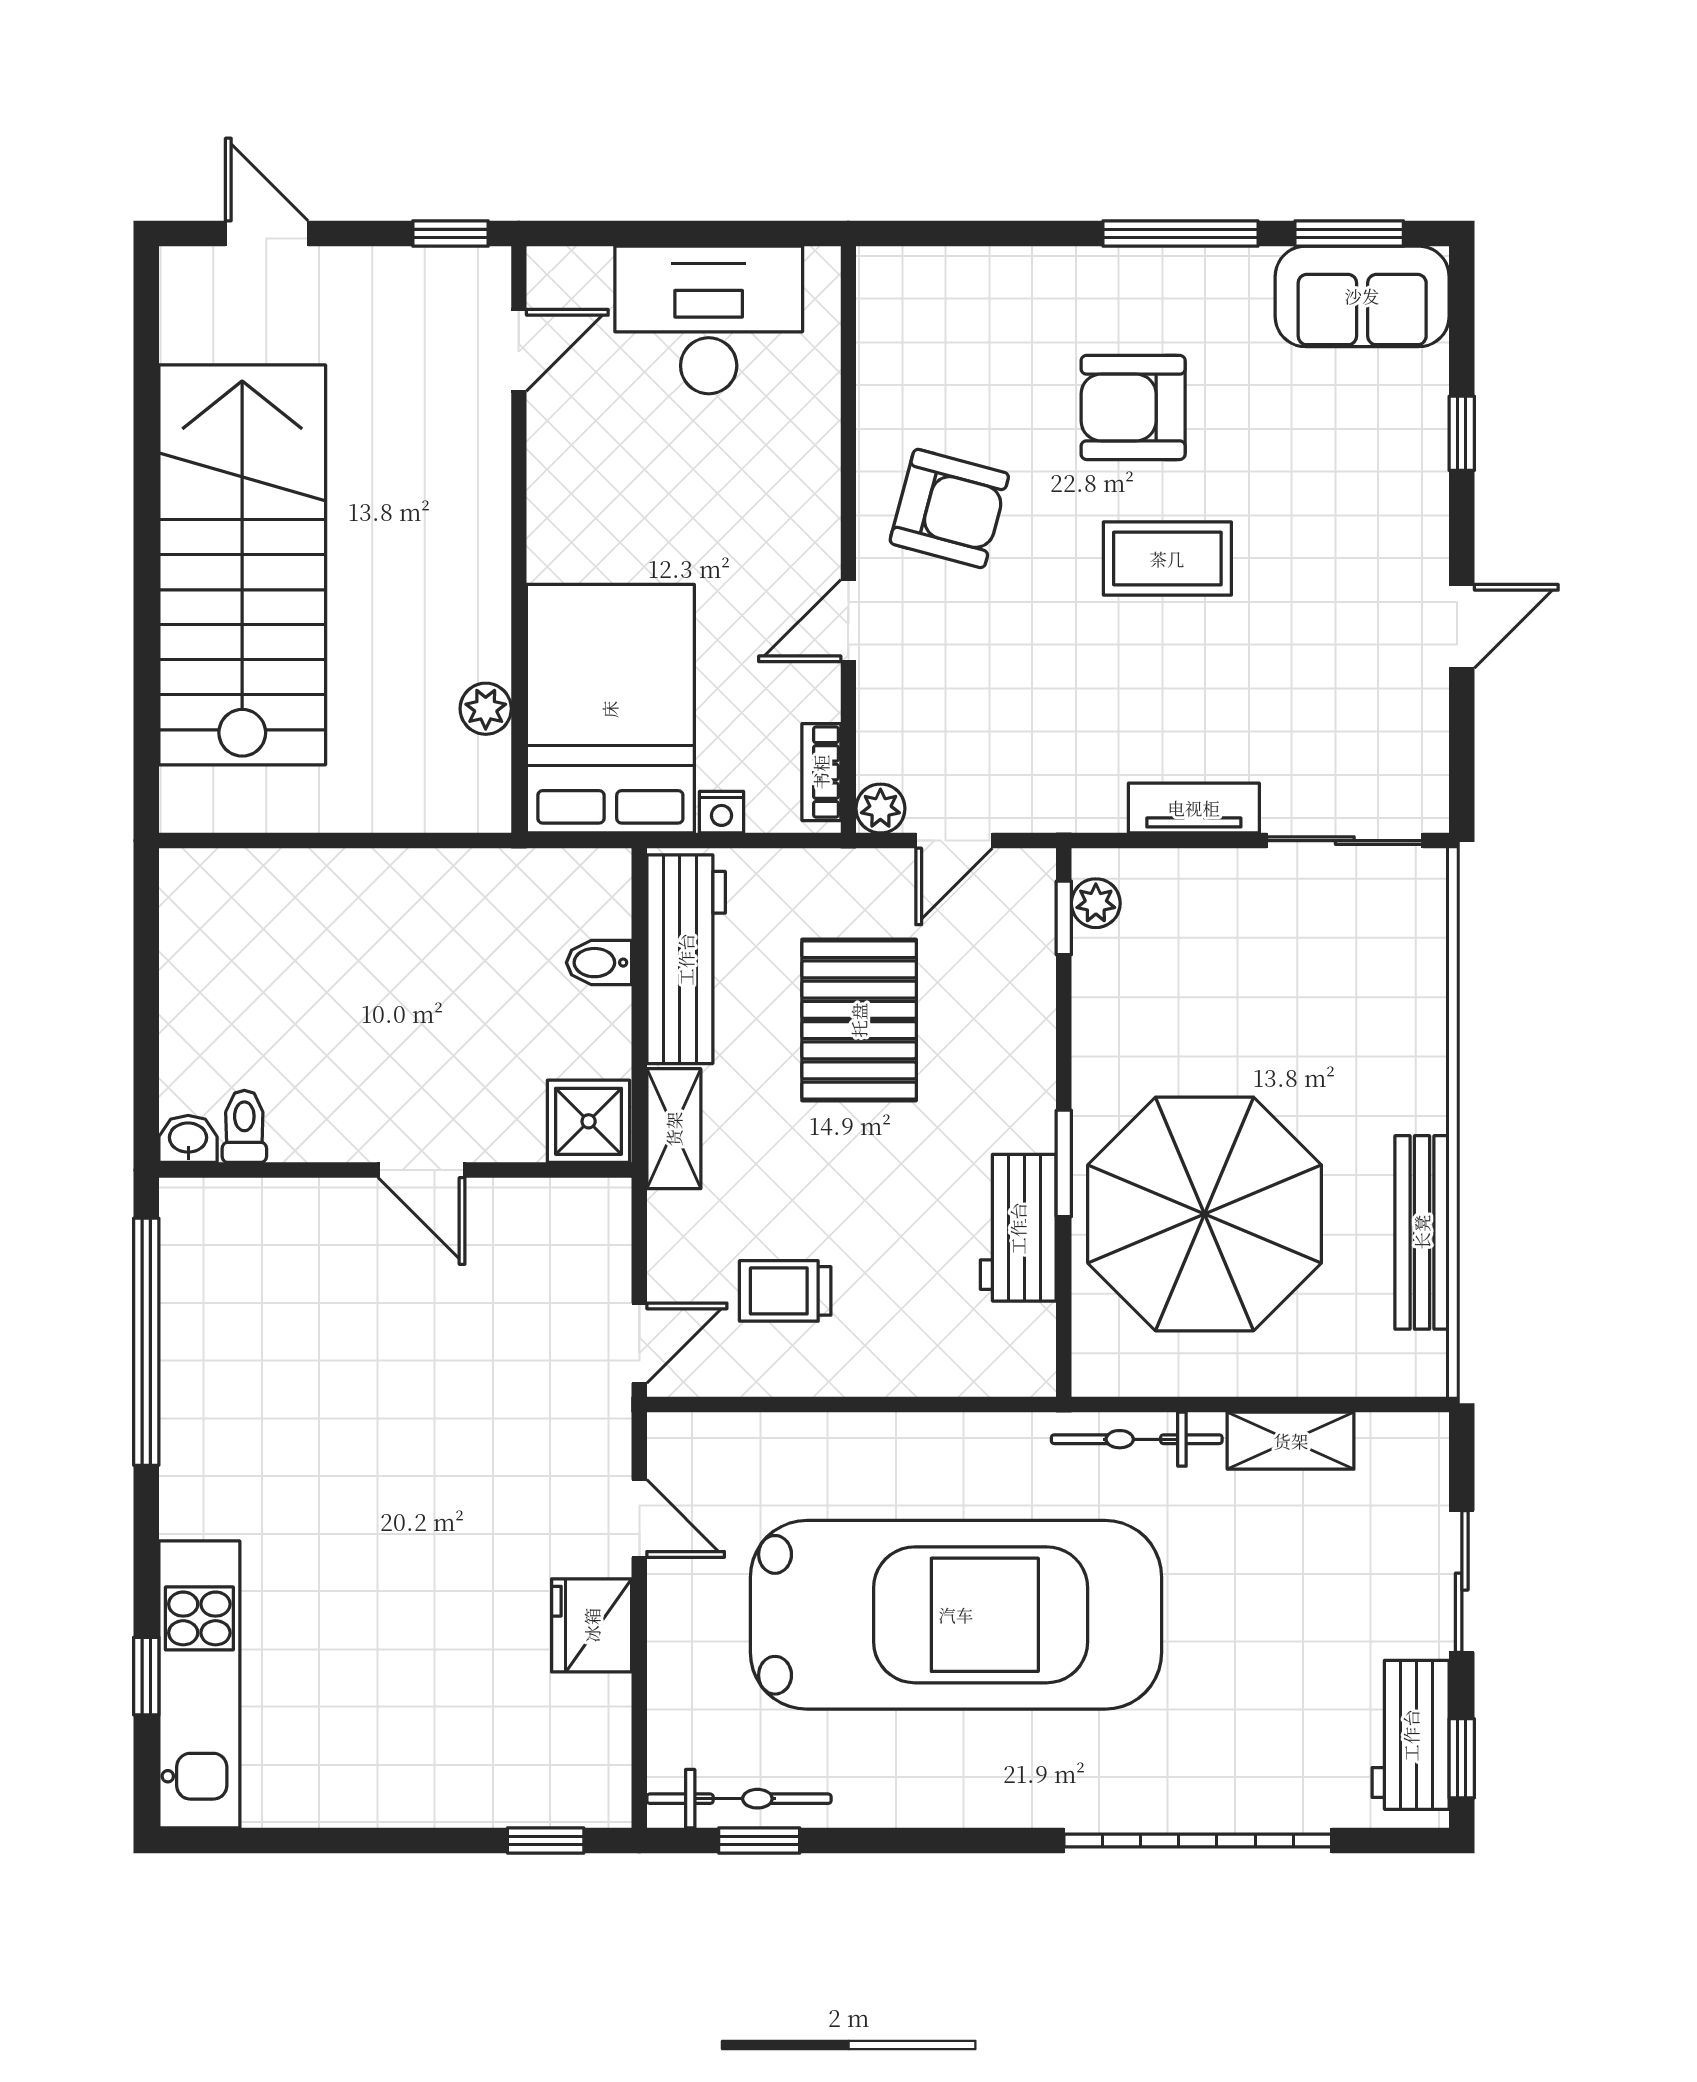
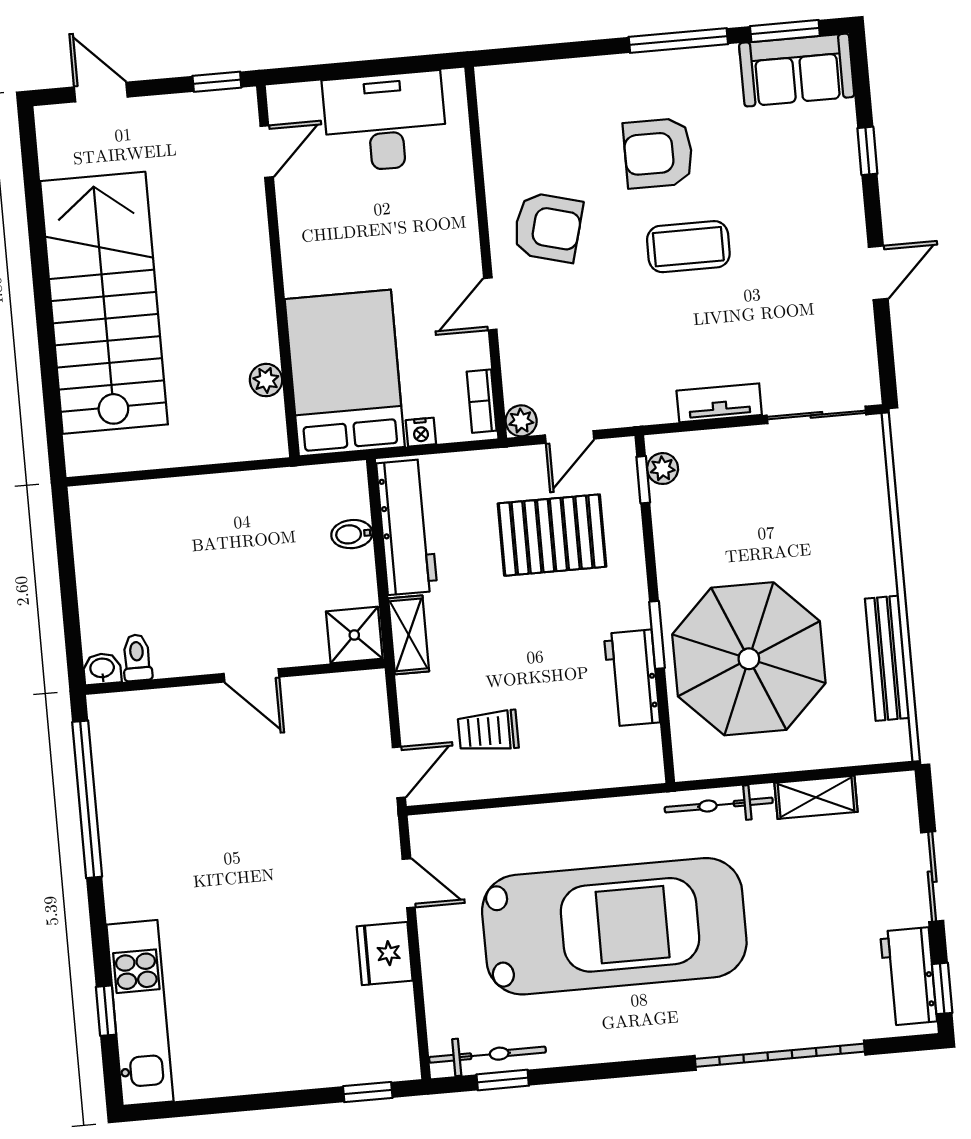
pallet: (859, 1020) -> (552, 535), moved, turned 90

